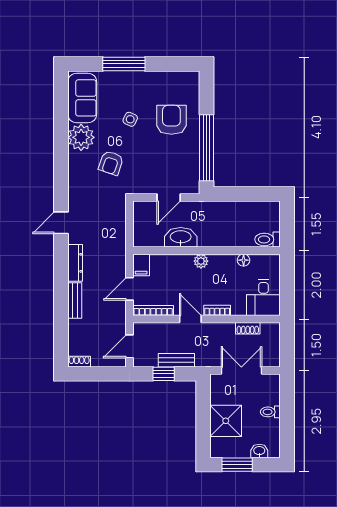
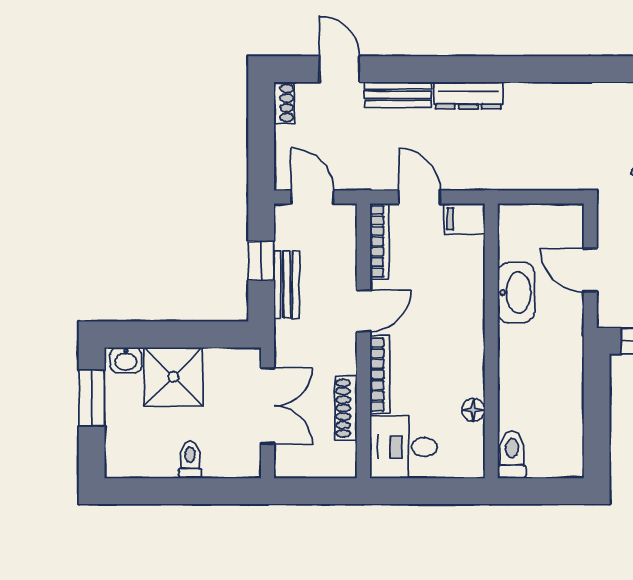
door: (61, 223) -> (339, 69), moved
plant: (201, 261) -> (471, 330), removed
bookcase: (217, 310) -> (380, 375), width x1.56
shoe rack: (248, 328) -> (346, 408), width x1.43
washbasin: (259, 451) -> (126, 360), moved, turned 90

